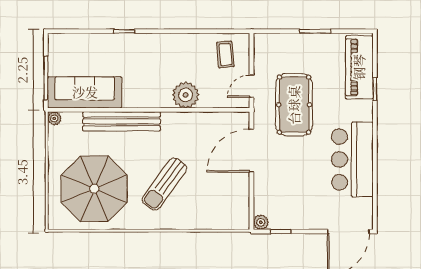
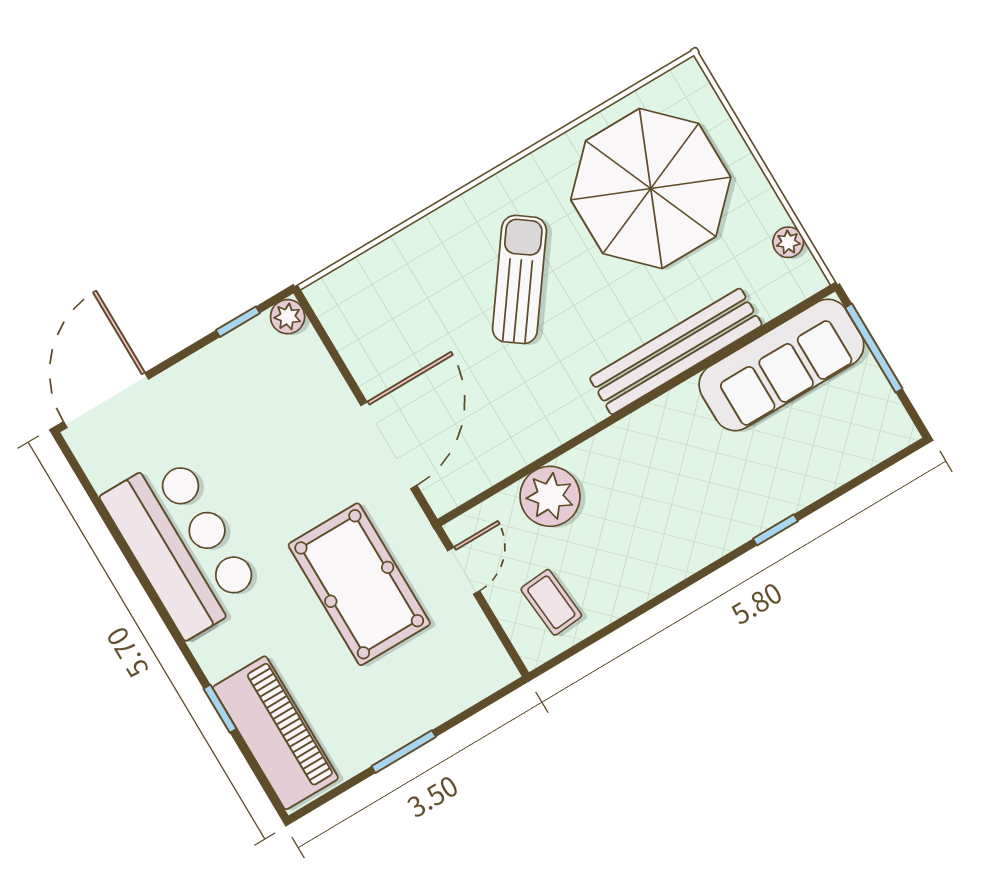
plant: (186, 95) -> (550, 496), moved
plant: (54, 118) -> (788, 242), moved

